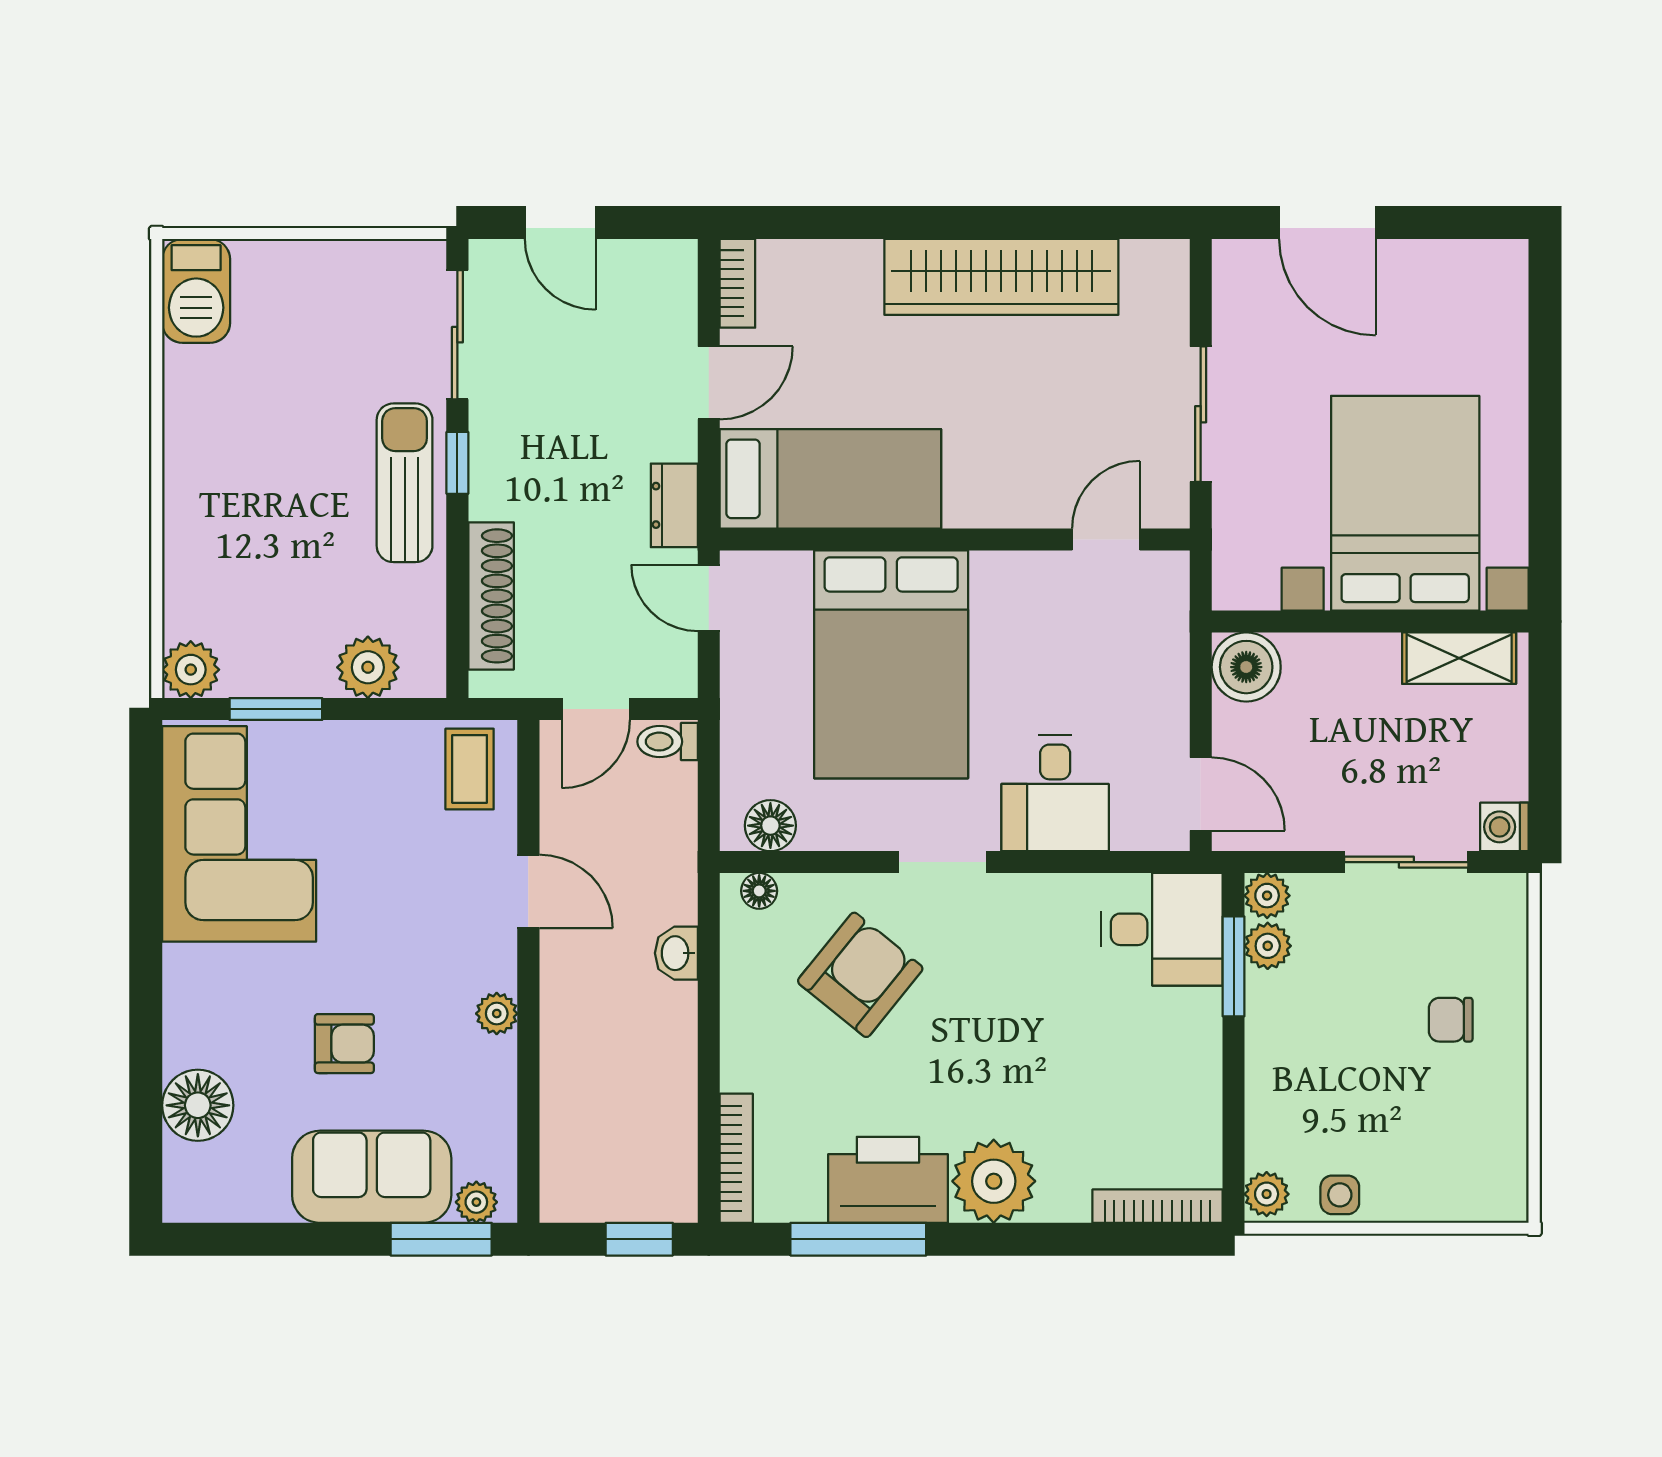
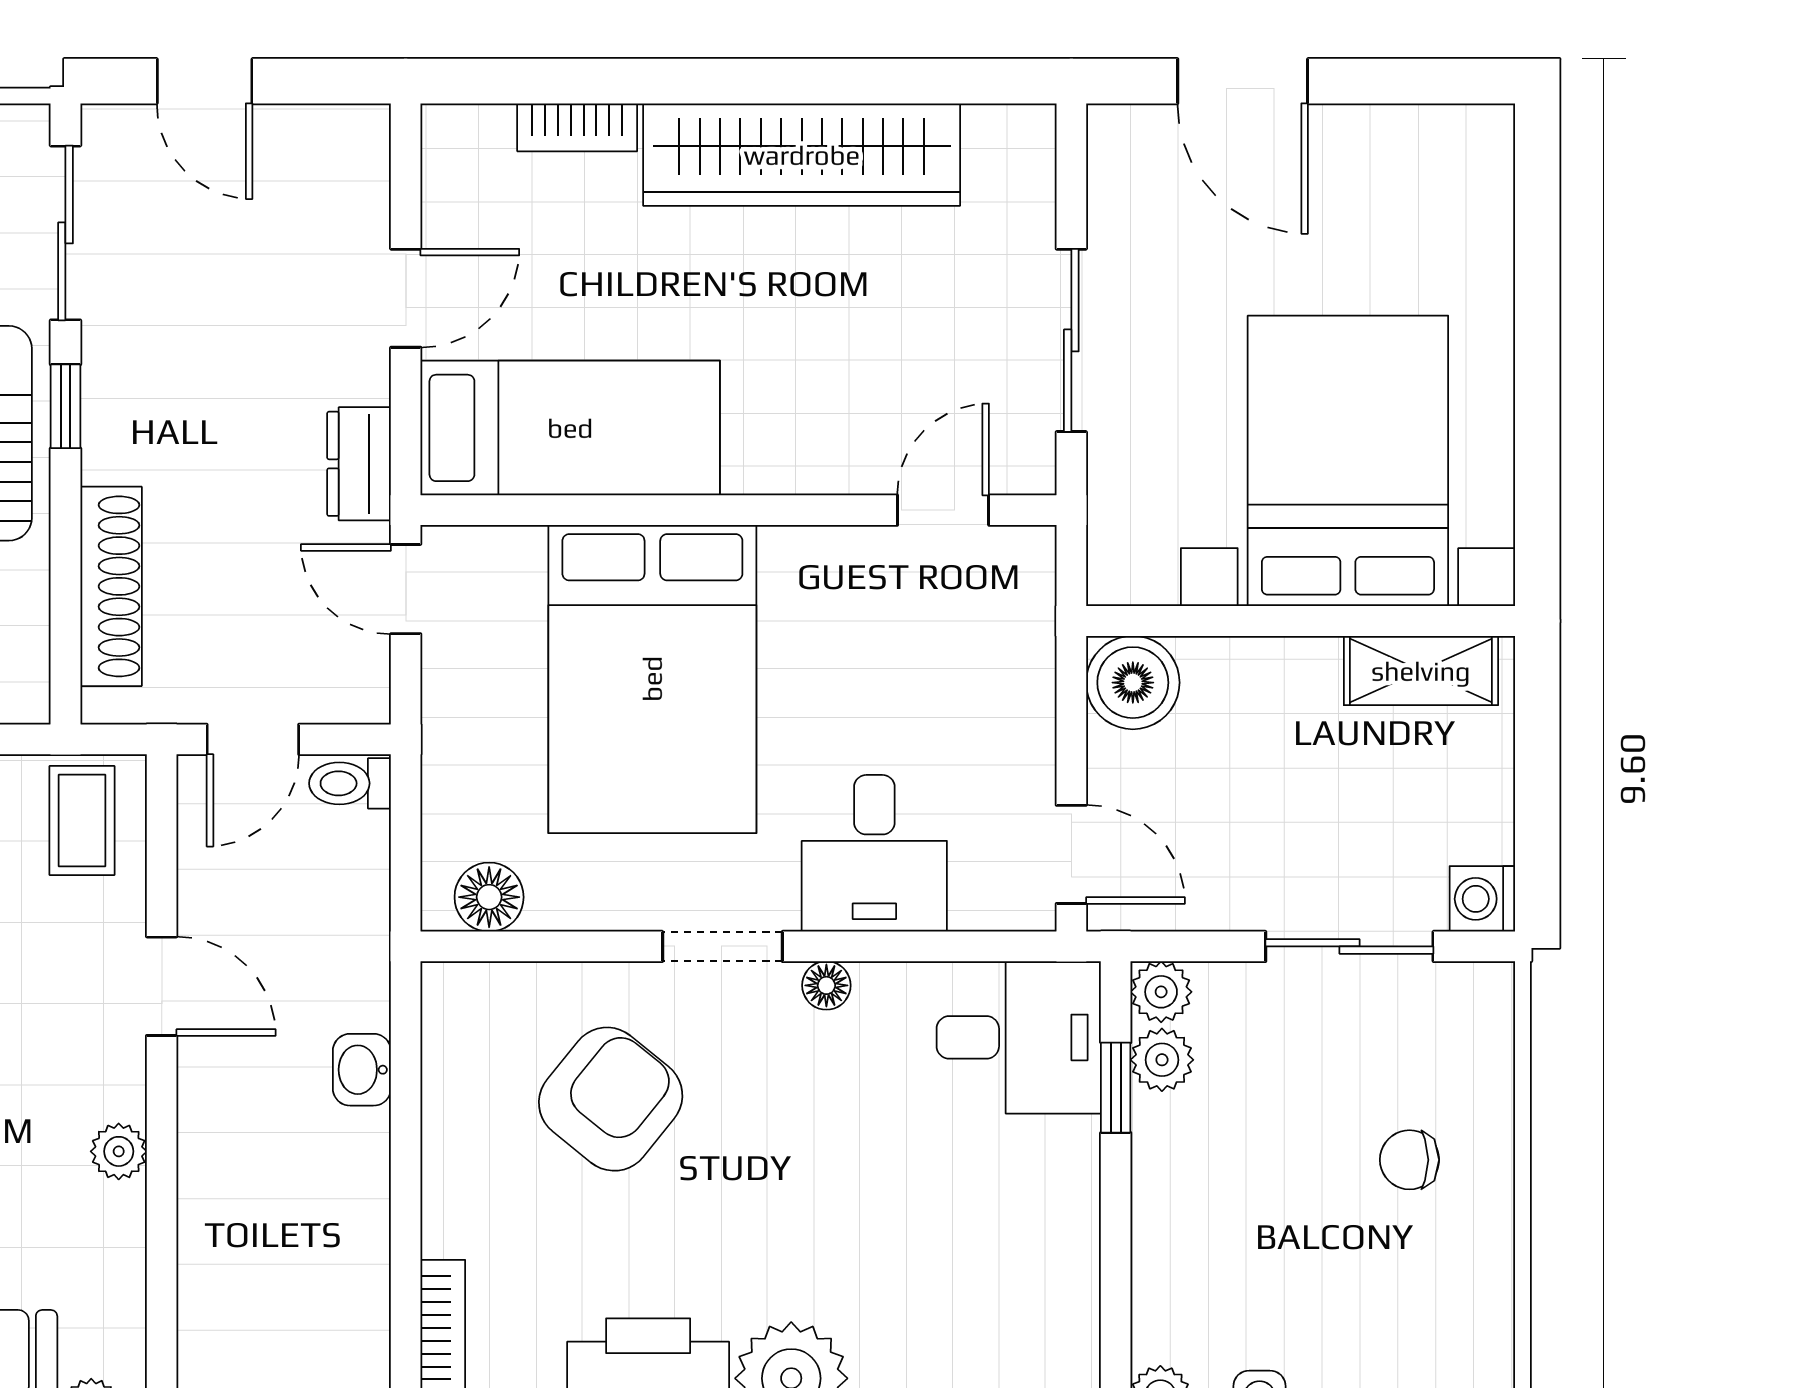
bookcase: (737, 283) -> (577, 127), moved, turned 90
floor lamp: (759, 891) -> (826, 985), moved
window: (1234, 966) -> (1116, 1088), width x0.67

